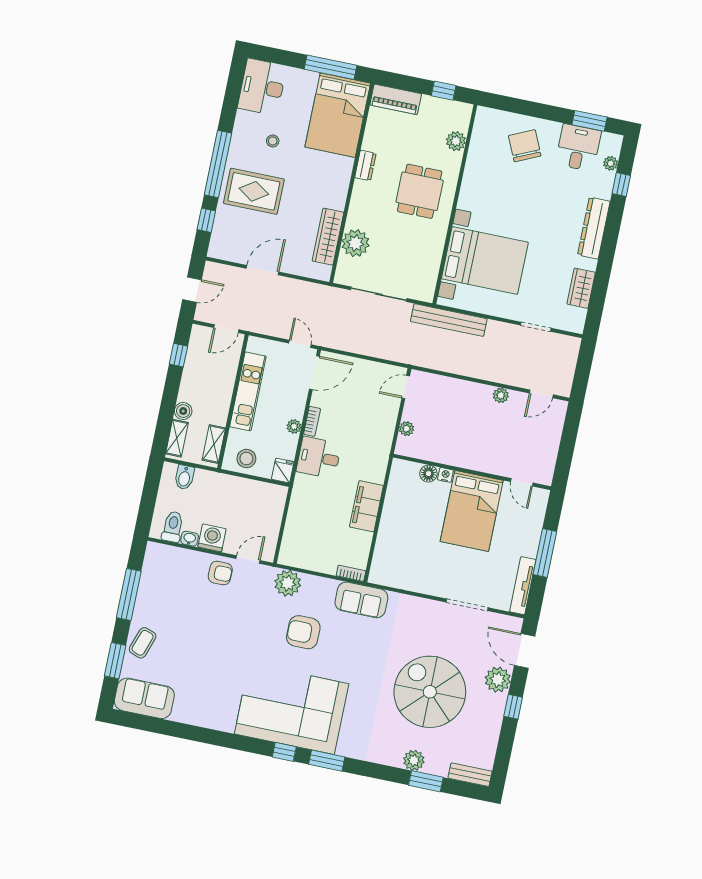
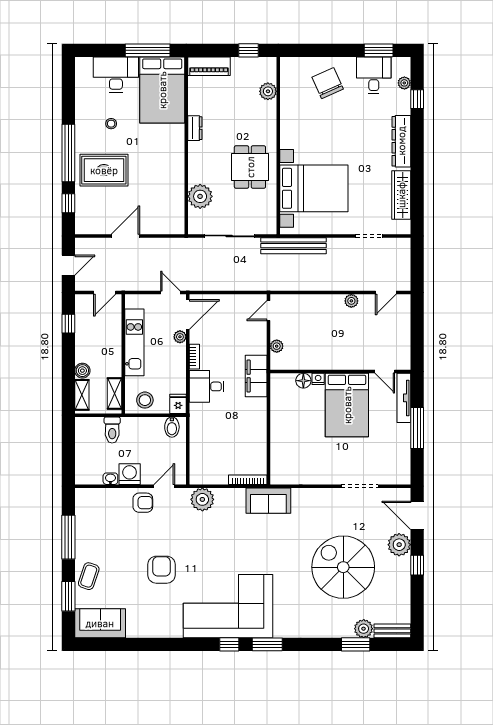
desk: (262, 87) -> (116, 75), moved, turned 90
dining table: (420, 191) -> (250, 167), moved
wardrobe: (328, 237) -> (175, 196), removed
wardrobe: (581, 288) -> (401, 195), width x1.50
plant: (294, 427) -> (180, 337), moved
bidet: (184, 477) -> (172, 427), moved
filing cabinet: (366, 506) -> (256, 376), moved
toilet: (173, 527) -> (112, 430), moved, turned 180
bookcase: (351, 573) -> (248, 480), width x1.56
tv unit: (523, 586) -> (404, 398), moved
armchair: (303, 632) -> (162, 570), moved, turned 90
plant: (414, 760) -> (364, 629), moved

